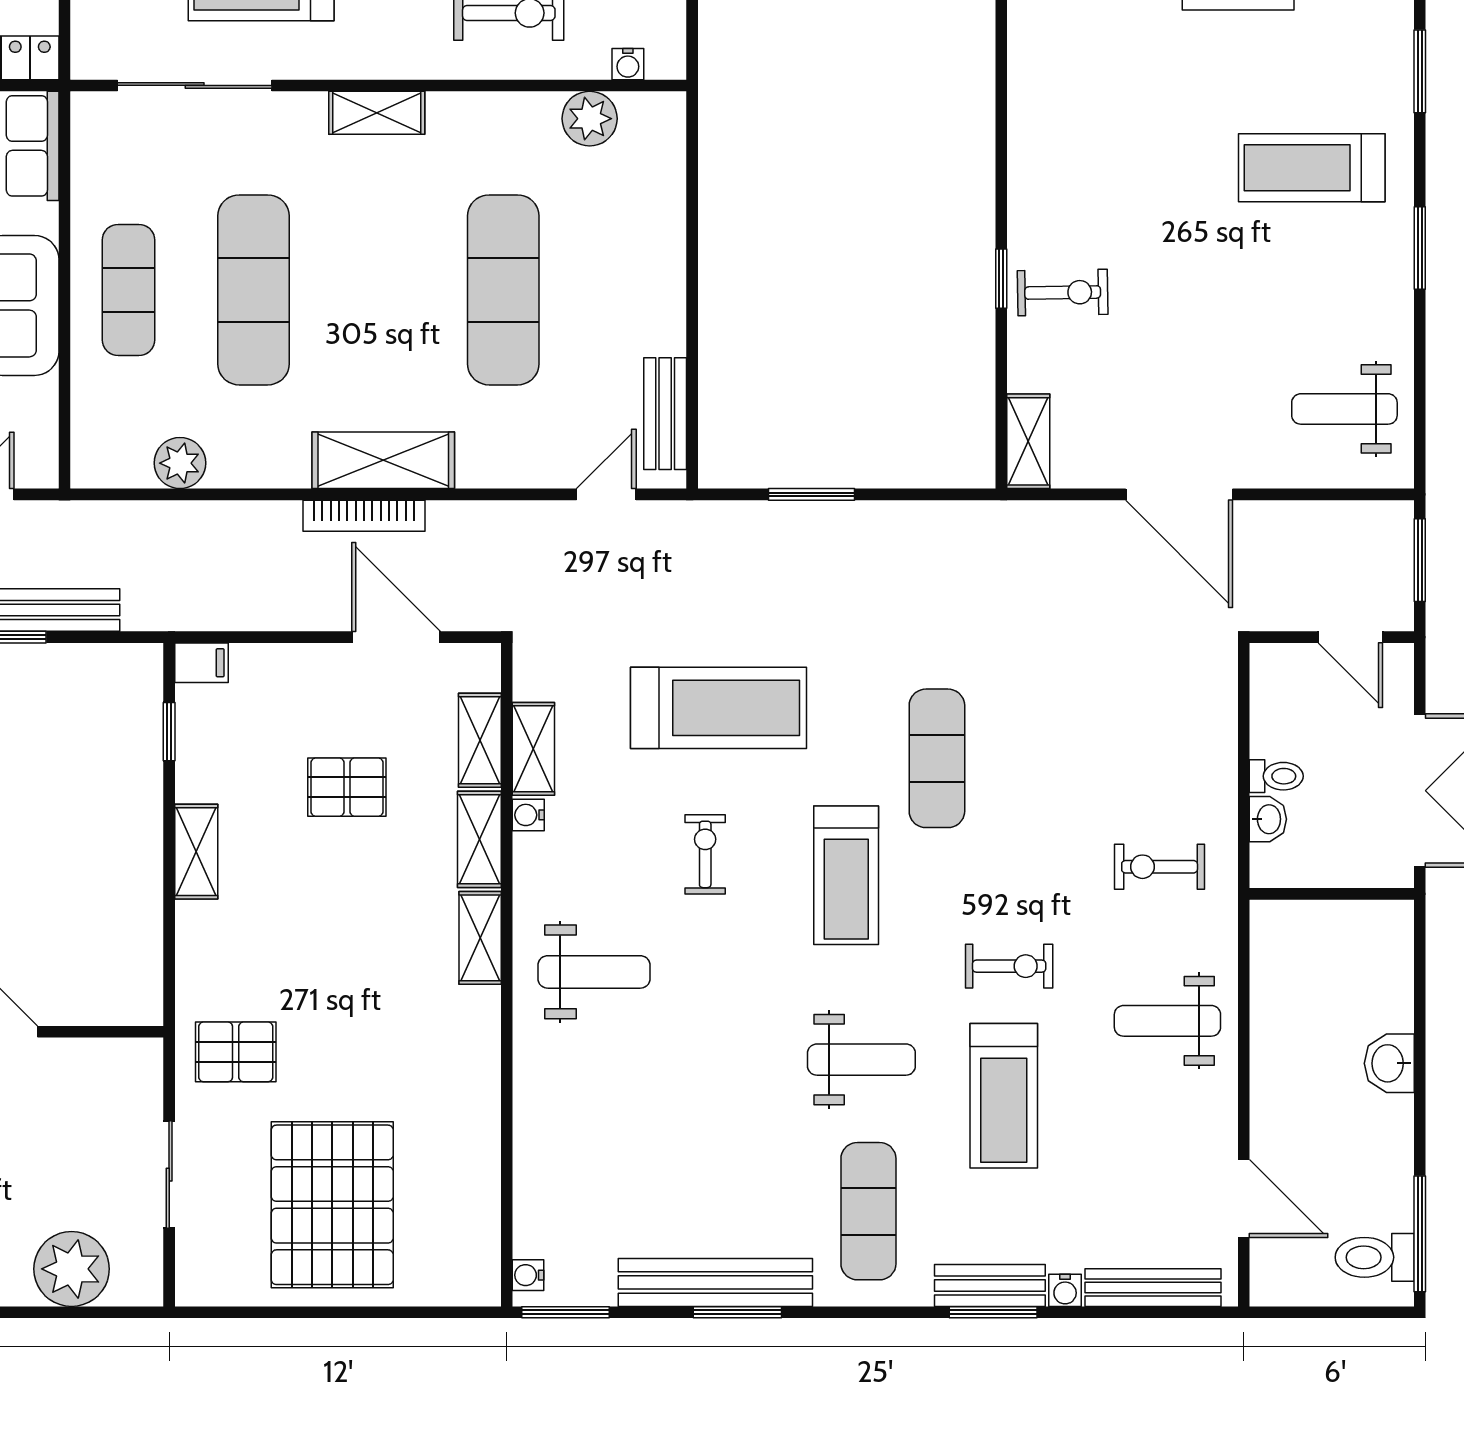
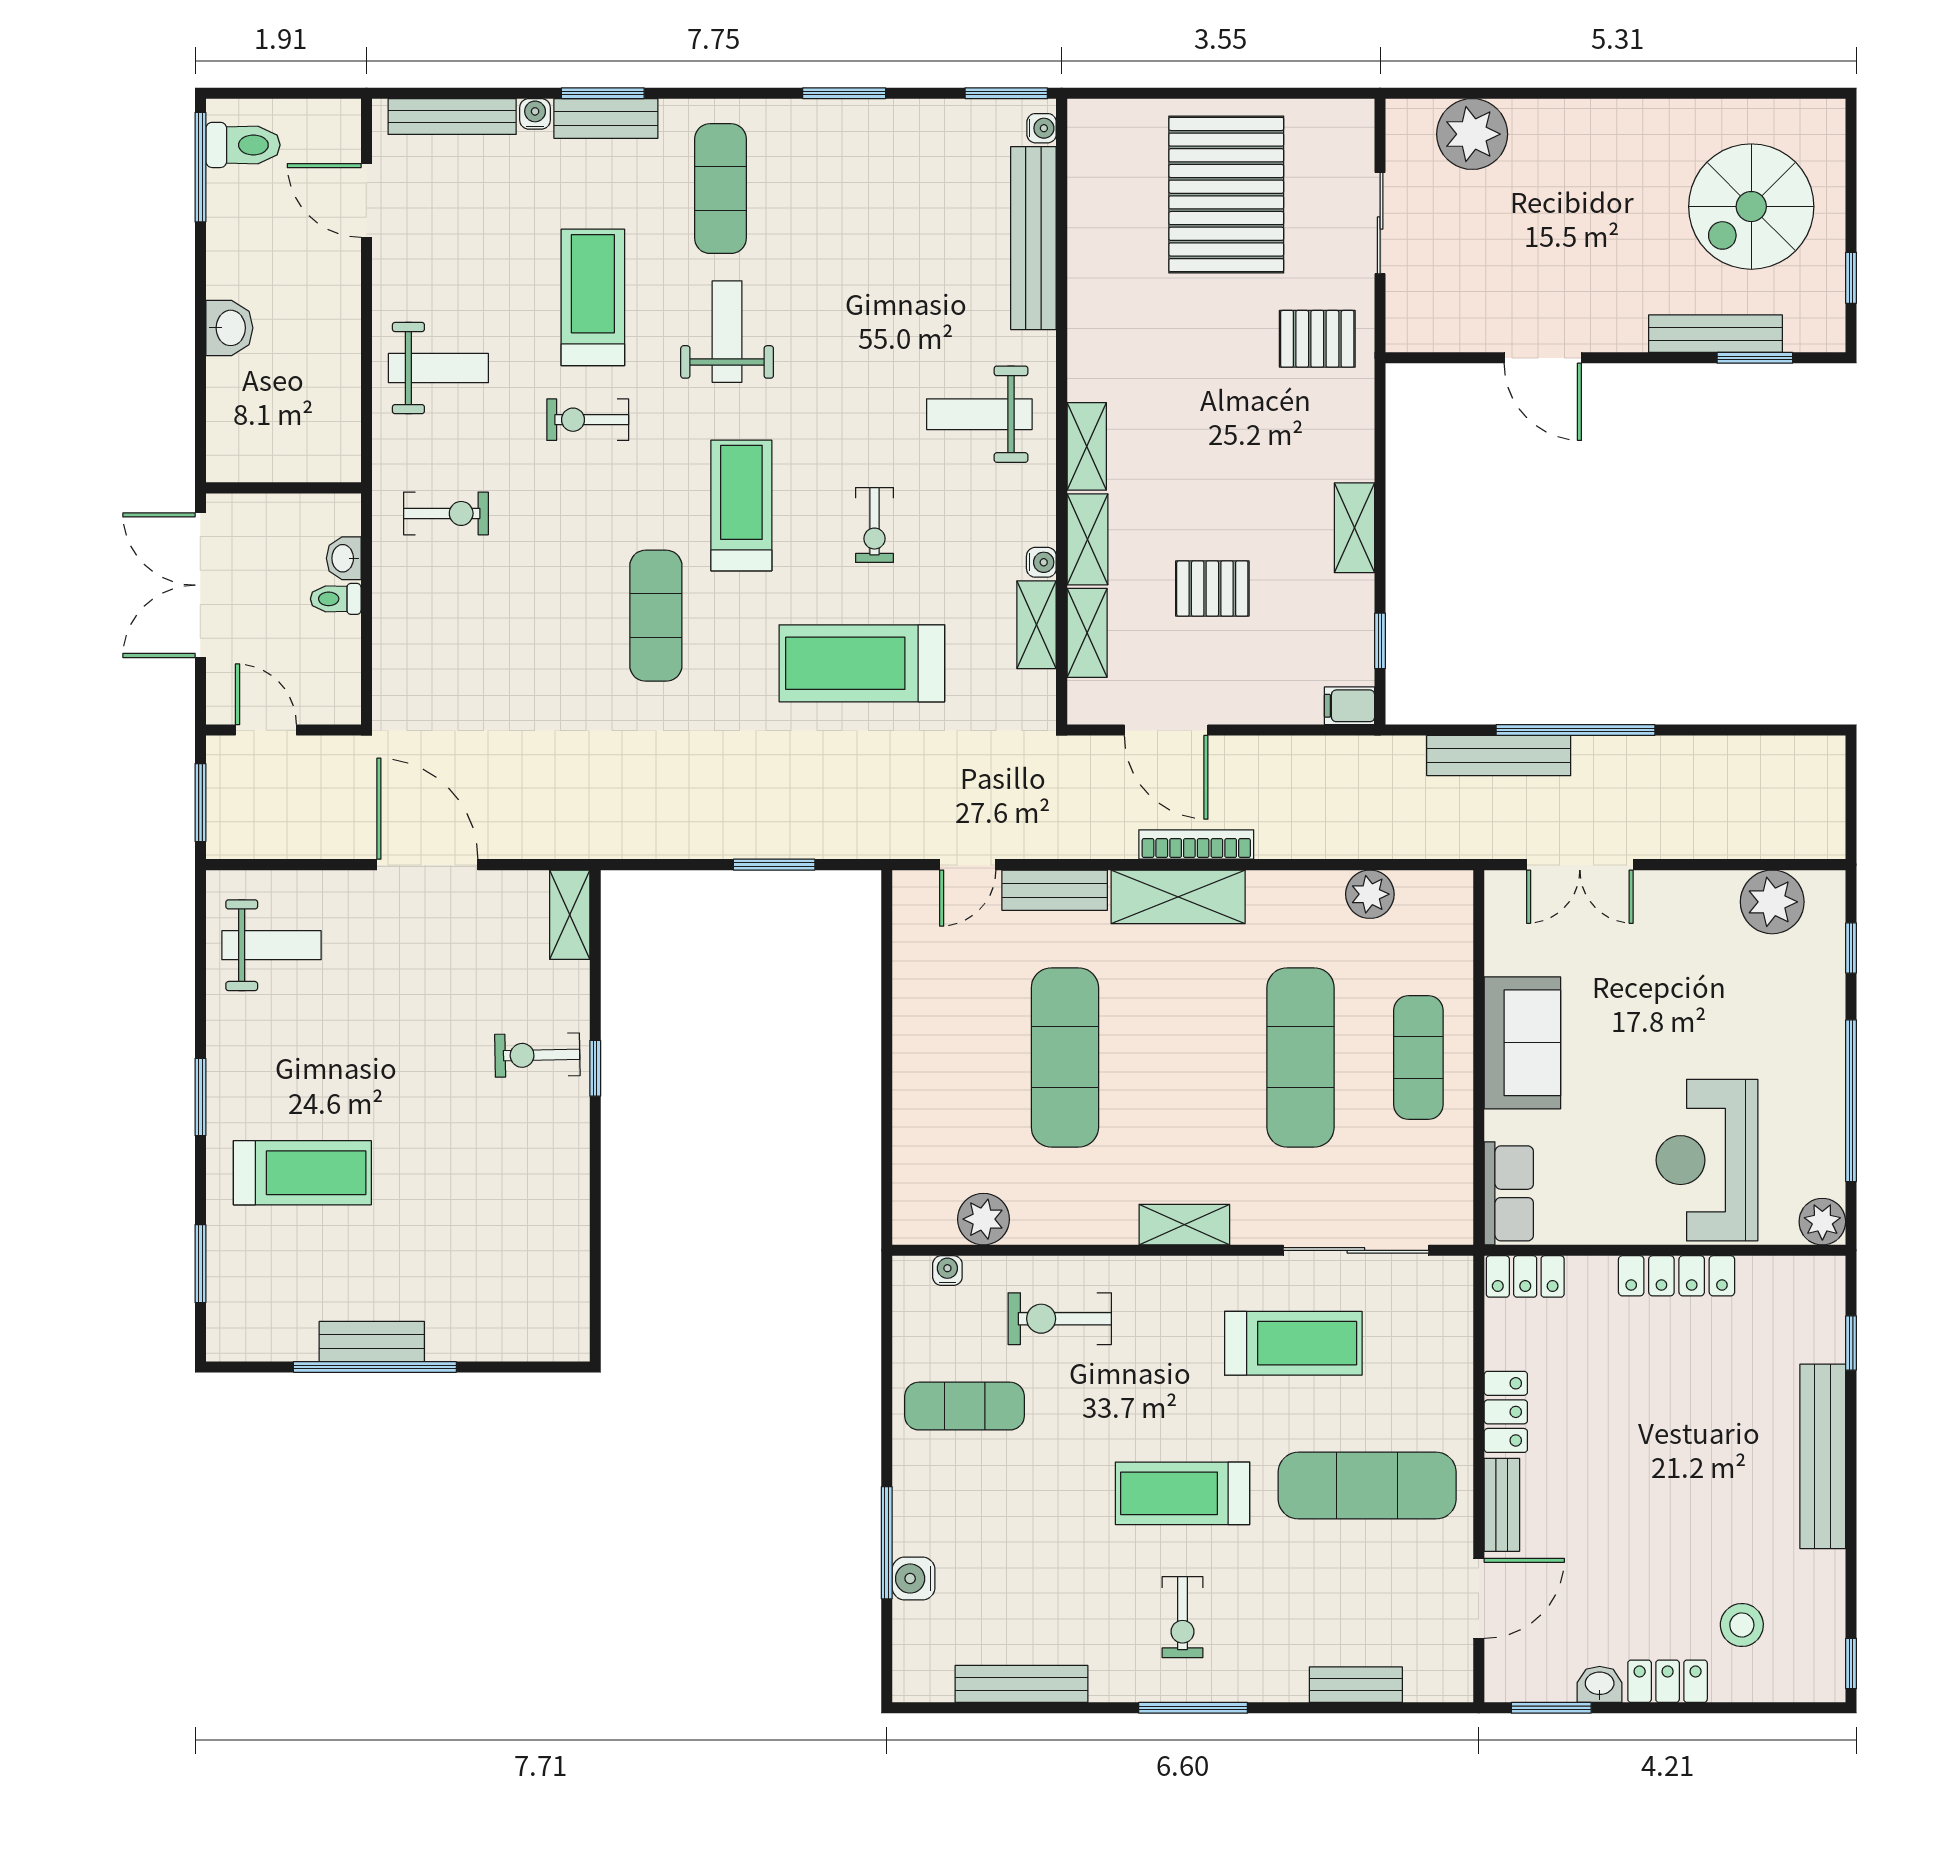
bench: (665, 414) -> (1055, 890), moved, turned 90
weight bench: (861, 1060) -> (727, 332), turned 90
bench: (715, 1282) -> (1033, 238), moved, turned 90

